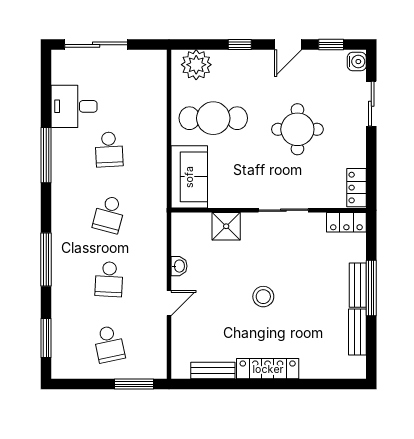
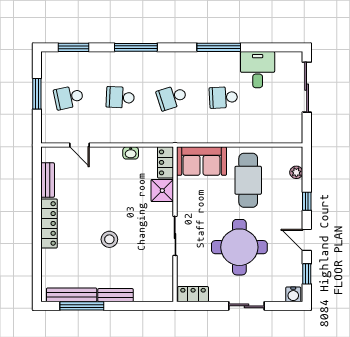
plant: (196, 65) -> (296, 172), width x0.53, depth x0.53
sliding door: (371, 104) -> (247, 306), moved
round table: (297, 129) -> (239, 247), width x1.36, depth x1.36
school desk: (109, 214) -> (172, 97), turned -33
locker: (346, 222) -> (165, 162), moved
window: (371, 288) -> (82, 306), moved
stool: (263, 297) -> (109, 239), moved
door: (169, 303) -> (80, 145), moved
bench: (357, 332) -> (72, 295), width x1.36
window: (134, 384) -> (37, 94), moved

